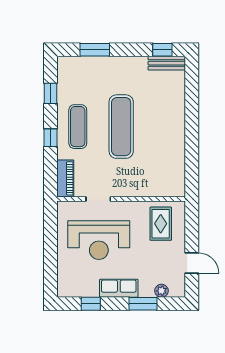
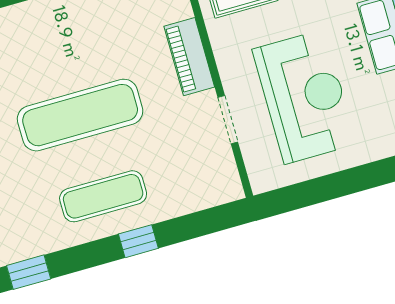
window: (51, 93) -> (29, 272), moved
piano: (65, 178) -> (189, 57), moved, turned -90

